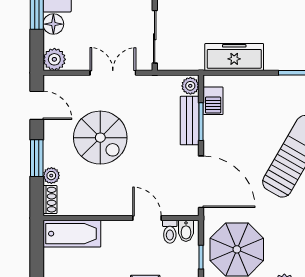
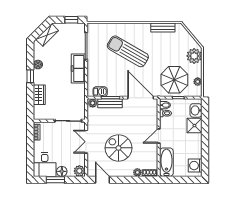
freezer: (234, 57) -> (78, 68), moved
door: (37, 105) -> (102, 180), hinge flipped
spiral stairs: (100, 138) -> (118, 148), turned -90
window: (37, 158) -> (129, 180), removed
door: (201, 182) -> (141, 98), hinge flipped
door: (147, 218) -> (159, 136), moved

